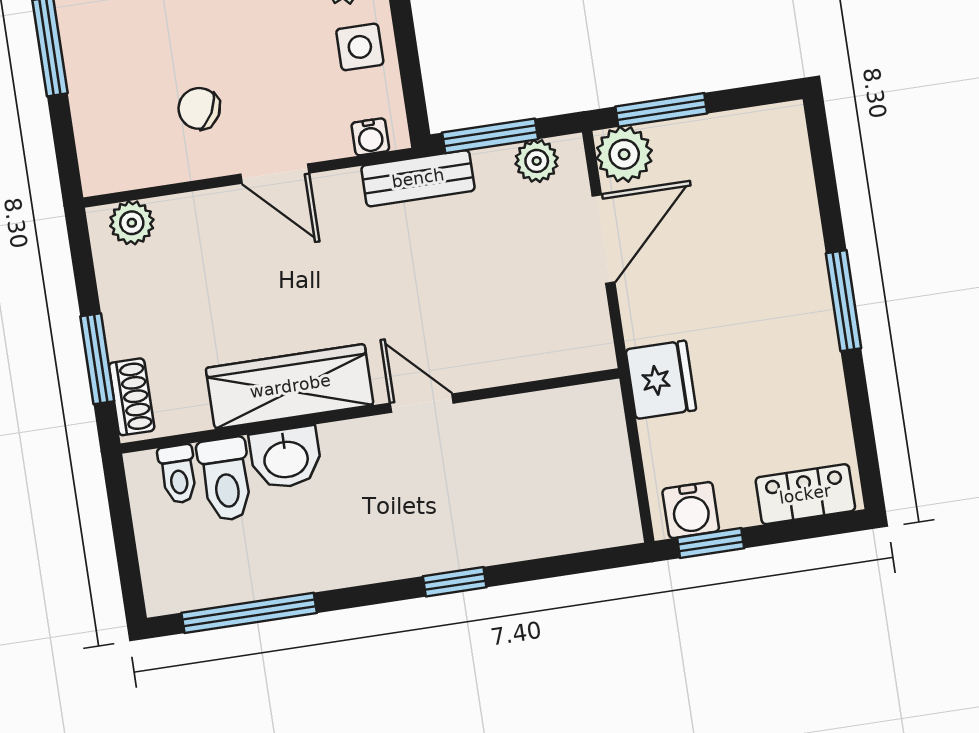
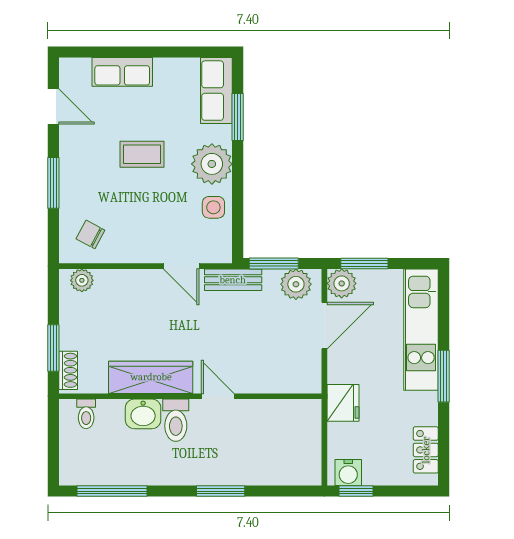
chair: (199, 108) -> (90, 234), moved
water cooler: (370, 137) -> (212, 255), removed
plant: (537, 161) -> (296, 284), width x1.38, depth x1.38
door: (275, 174) -> (181, 266), moved
kitchen unit: (788, 219) -> (421, 330), added
toilet: (226, 479) -> (176, 420), moved
locker: (805, 494) -> (426, 450), moved, turned -90
window: (455, 582) -> (221, 491), width x1.50

